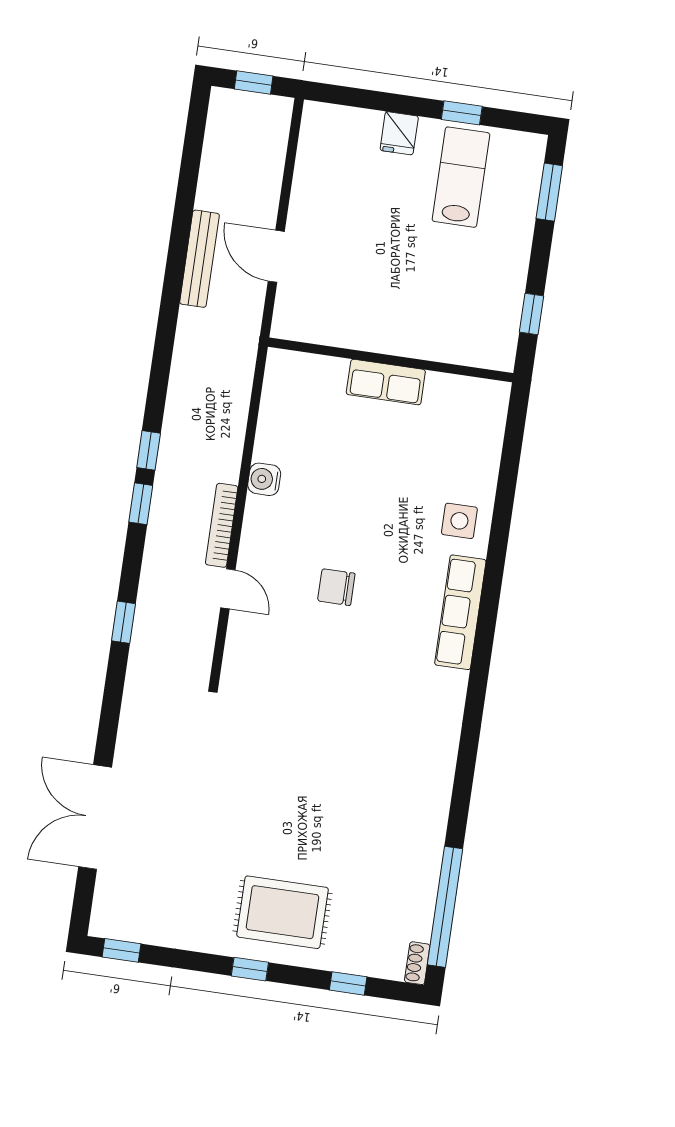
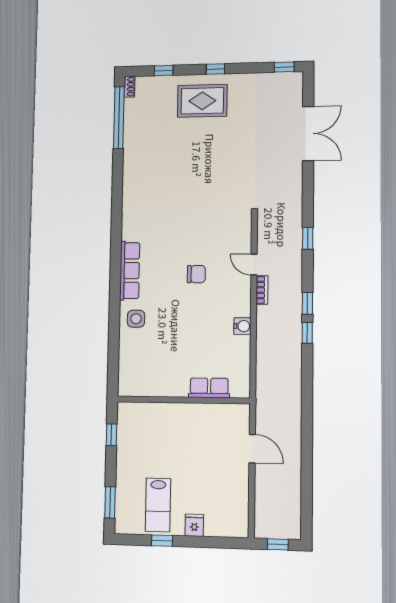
bench: (199, 259) -> (294, 442), removed
row of seats: (386, 382) -> (209, 388), moved
bookcase: (222, 525) -> (262, 290), width x0.64

